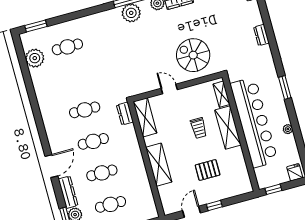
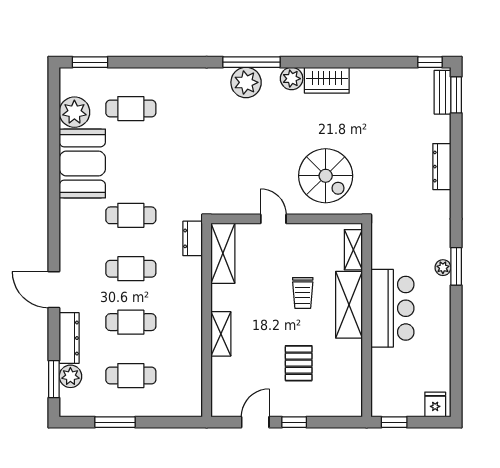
dresser: (261, 35) -> (442, 167), width x1.44
spiral stairs: (193, 55) -> (326, 176), turned 180
booth: (48, 87) -> (82, 163), added
bar counter: (254, 122) -> (392, 308), width x0.54
plant: (288, 129) -> (443, 268), moved
shelving: (159, 165) -> (221, 334), width x0.67, depth x0.75
door: (51, 166) -> (54, 290), swing flipped
pallet: (208, 170) -> (299, 363), turned 90

